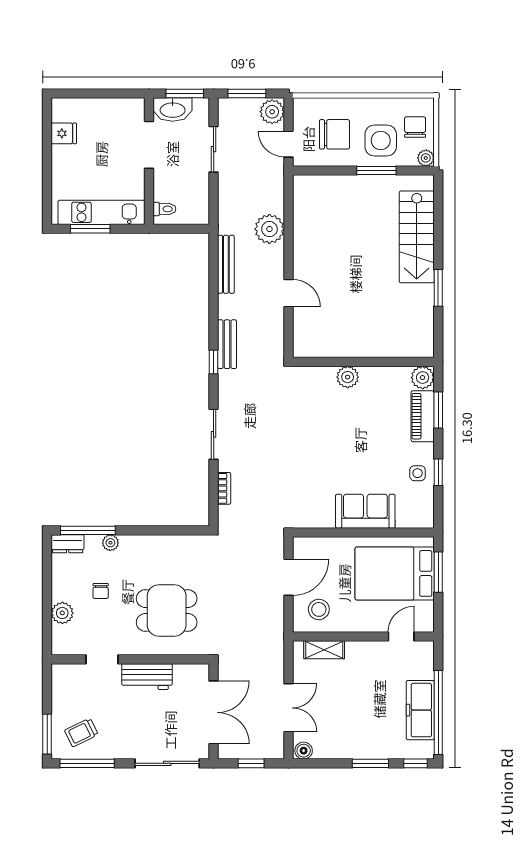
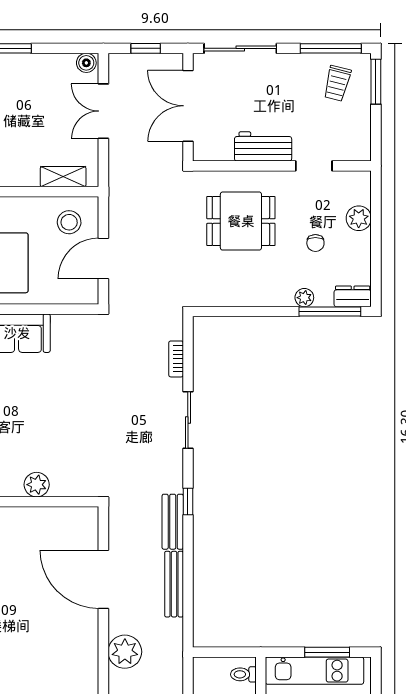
bench: (226, 264) -> (174, 584), moved
door: (288, 293) -> (103, 579), width x1.88
chair: (101, 591) -> (315, 243), turned 180
trolley: (81, 732) -> (337, 83), turned 130

